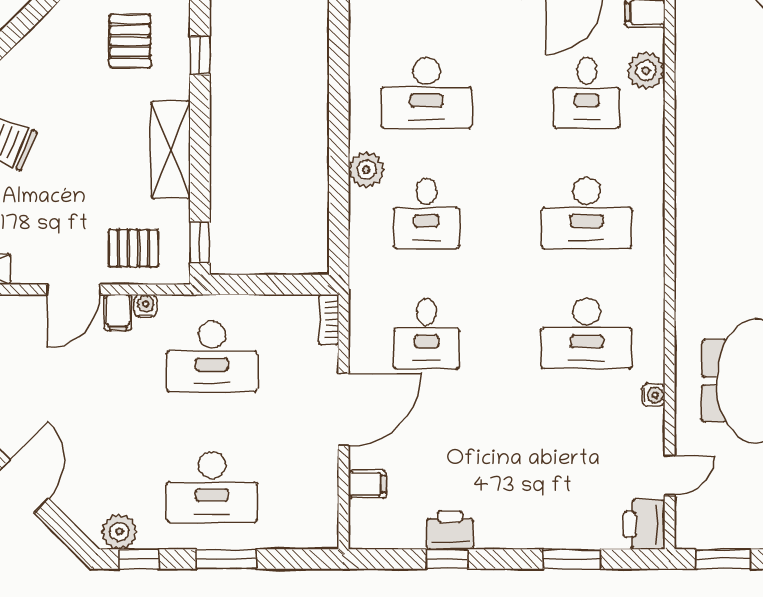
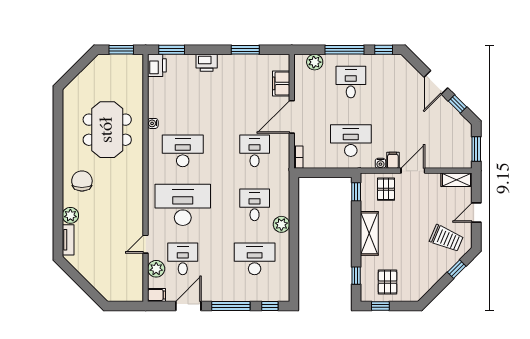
desk: (587, 213) -> (183, 205), width x1.36, depth x1.30
pallet: (133, 248) -> (386, 189), turned 90
door: (670, 475) -> (146, 244), moved
filing cabinet: (367, 484) -> (281, 83), width x2.00
desk: (212, 487) -> (351, 82), width x0.73
printer: (450, 530) -> (207, 63), moved
plant: (119, 532) -> (315, 62), moved
window: (226, 559) -> (344, 50), width x1.44
window: (447, 559) -> (245, 50), width x1.50
window: (572, 559) -> (172, 50), moved

